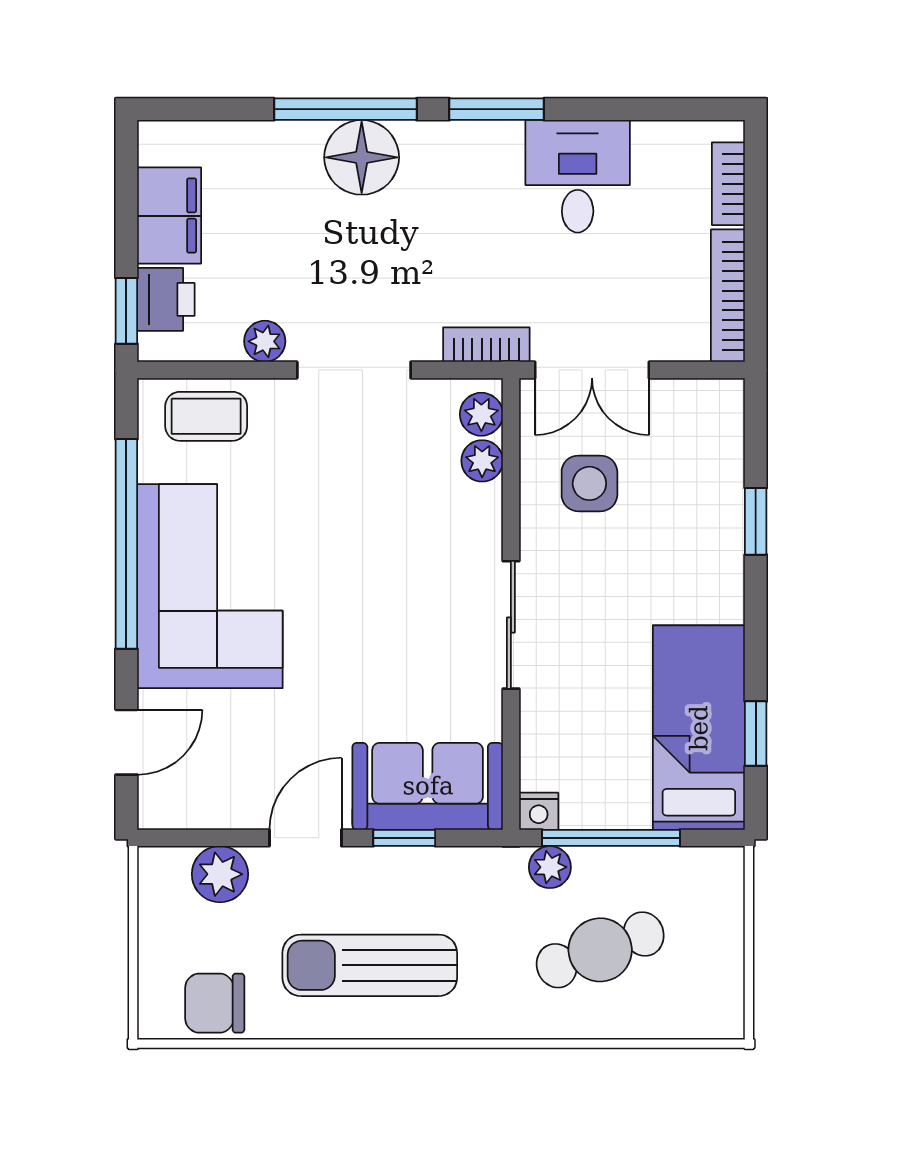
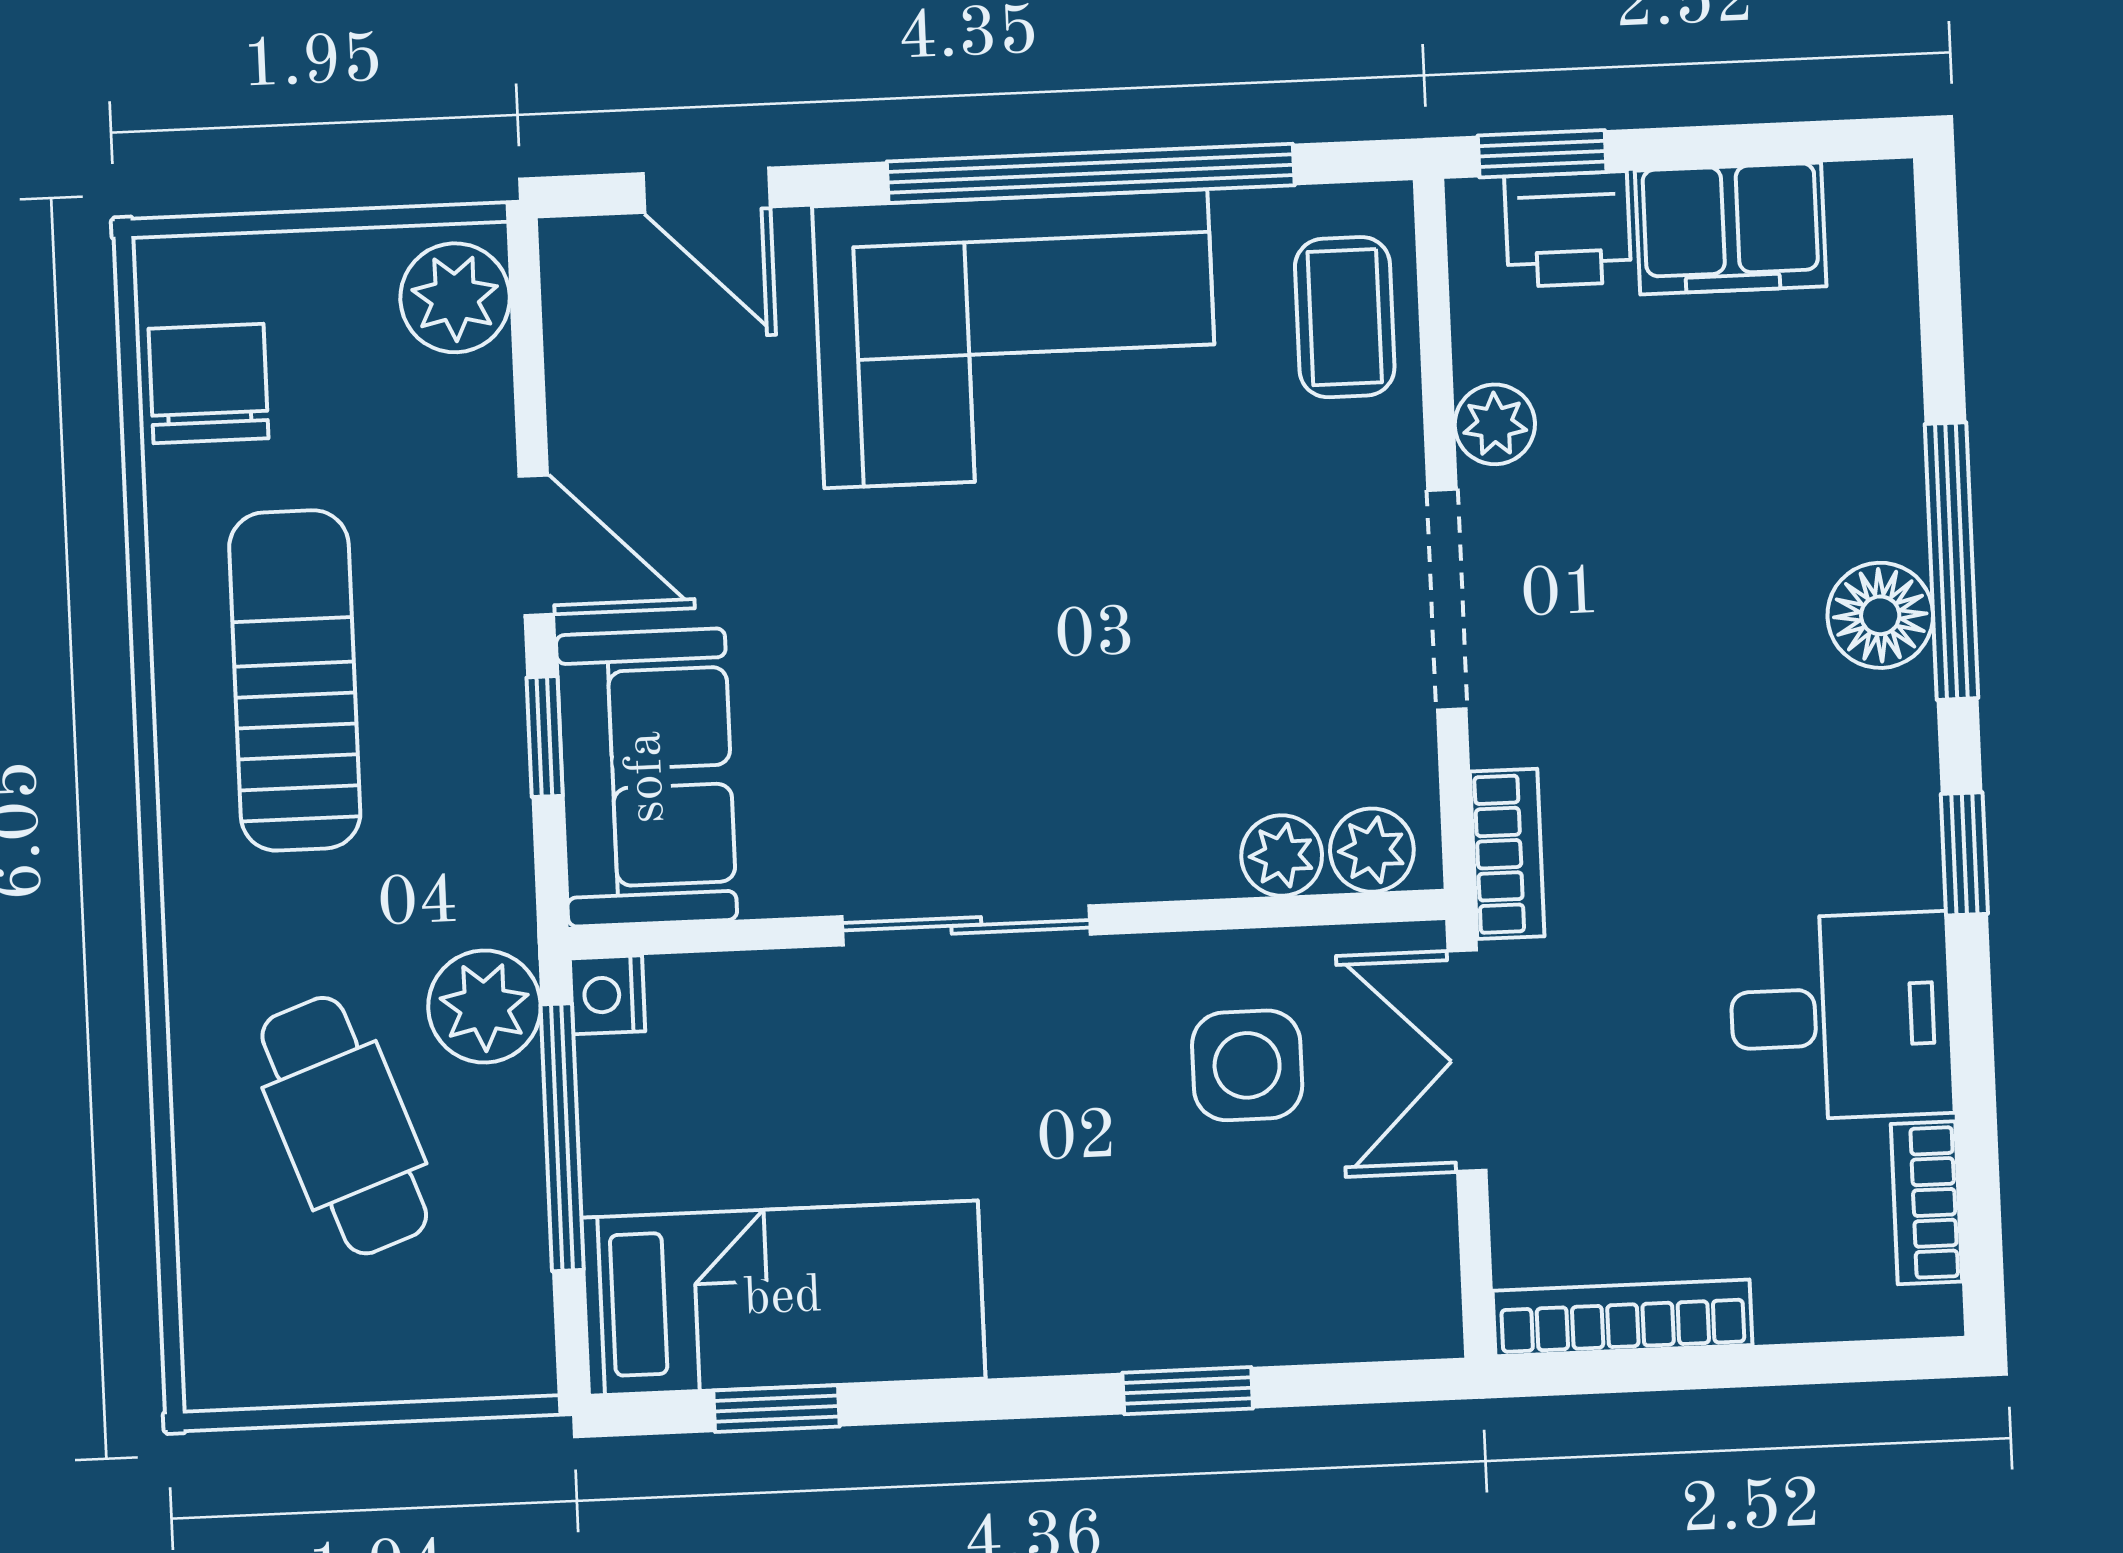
window: (497, 109) -> (1964, 854), width x0.67
floor lamp: (362, 157) -> (1880, 615), width x0.73, depth x0.73
bookcase: (728, 184) -> (1926, 1203), moved, turned -90
plant: (550, 867) -> (484, 1006), width x1.38, depth x1.38
plant: (220, 874) -> (455, 298), moved

